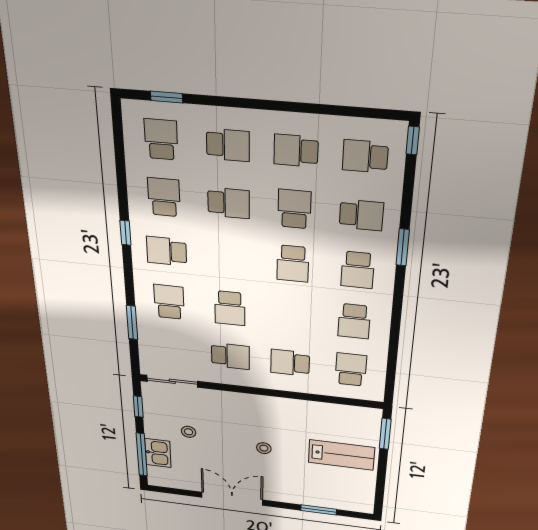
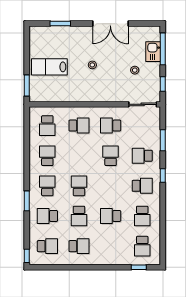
school desk: (228, 145) -> (111, 246), removed
window: (125, 233) -> (163, 175), moved
school desk: (169, 302) -> (142, 156), turned 90

